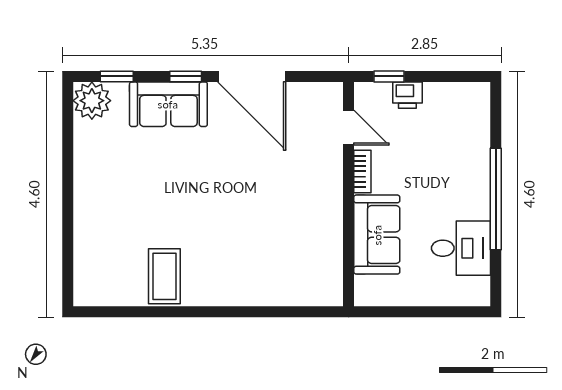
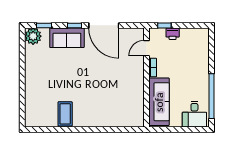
door: (349, 128) -> (147, 48), swing flipped
window: (496, 199) -> (212, 96), moved
sofa: (377, 235) -> (159, 102), width x1.36
desk: (461, 248) -> (194, 114), moved, turned 90

